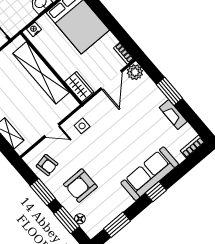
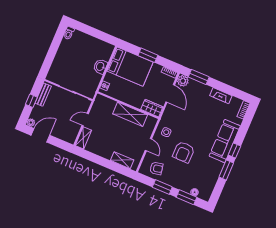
window: (107, 18) -> (148, 55), added
shelving: (41, 73) -> (130, 114), width x0.68
window: (169, 91) -> (199, 77), moved
door: (52, 130) -> (148, 145), hinge flipped
armchair: (80, 186) -> (184, 152), moved
window: (117, 225) -> (226, 170), moved

